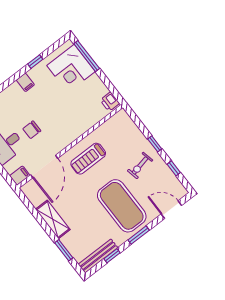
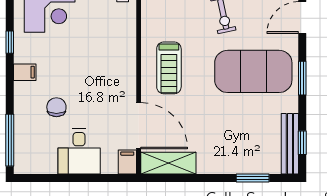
chair: (32, 130) -> (56, 107), moved, turned 180
shelving: (53, 219) -> (168, 163), moved
window: (112, 256) -> (302, 143), moved

